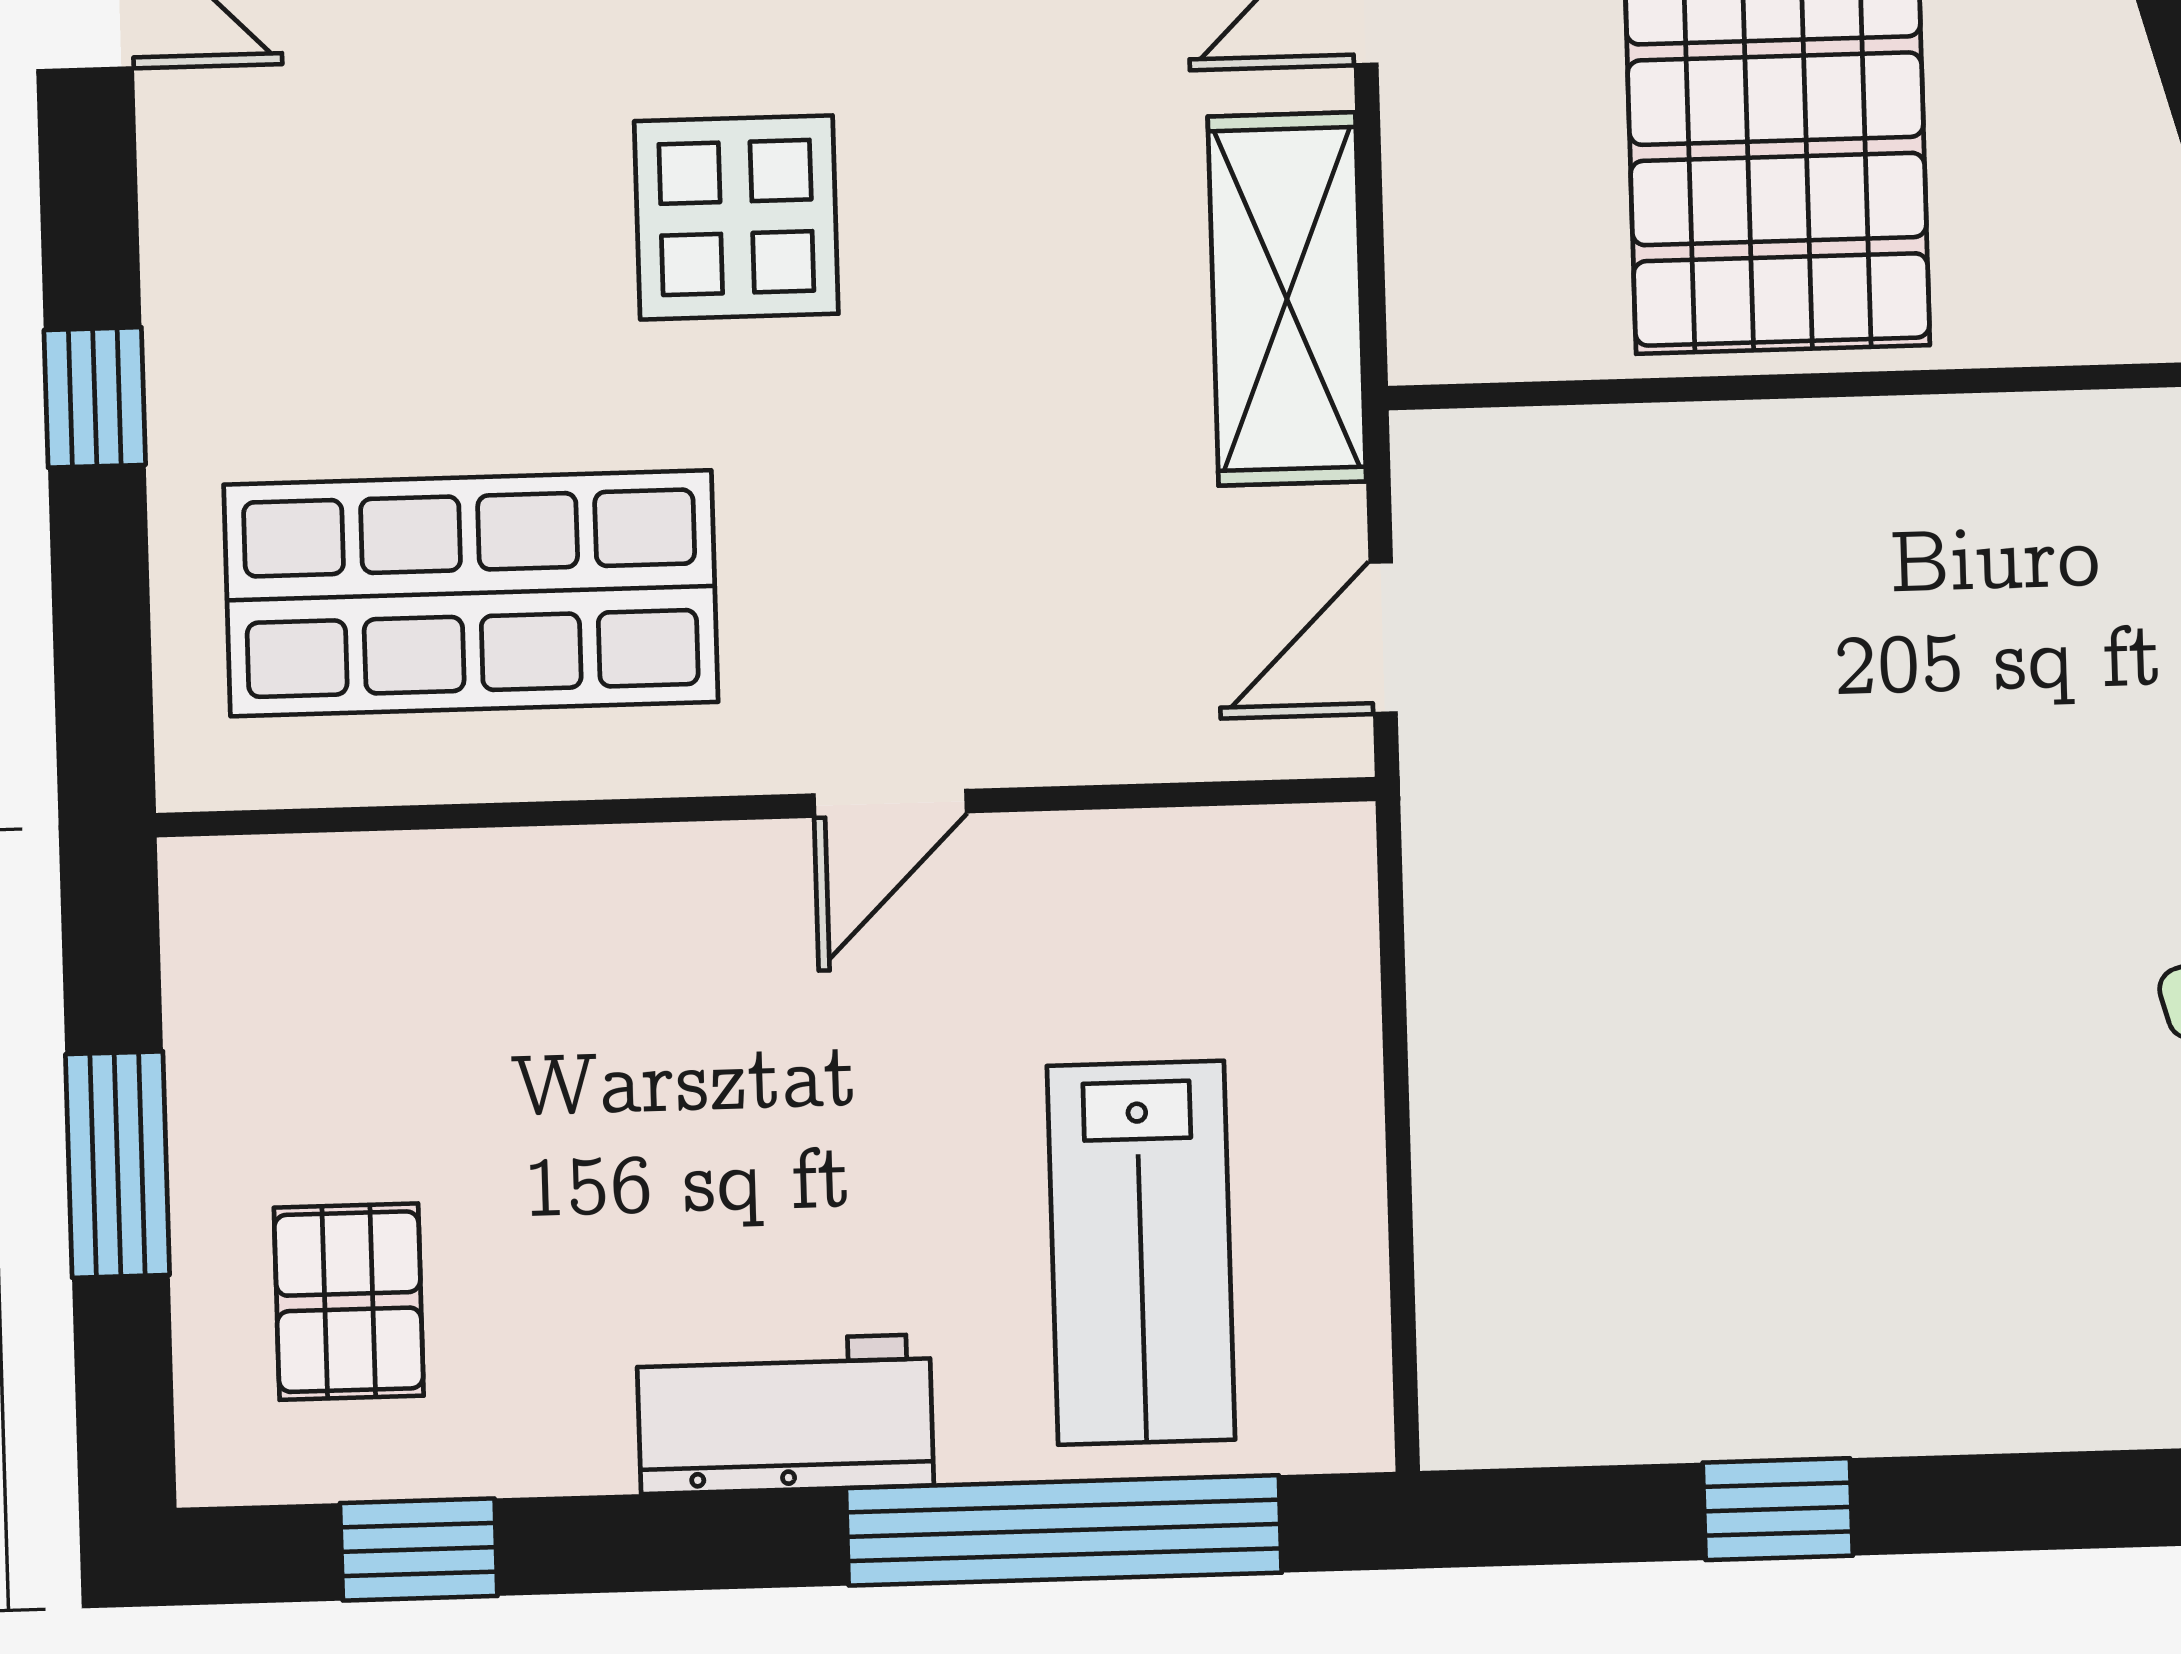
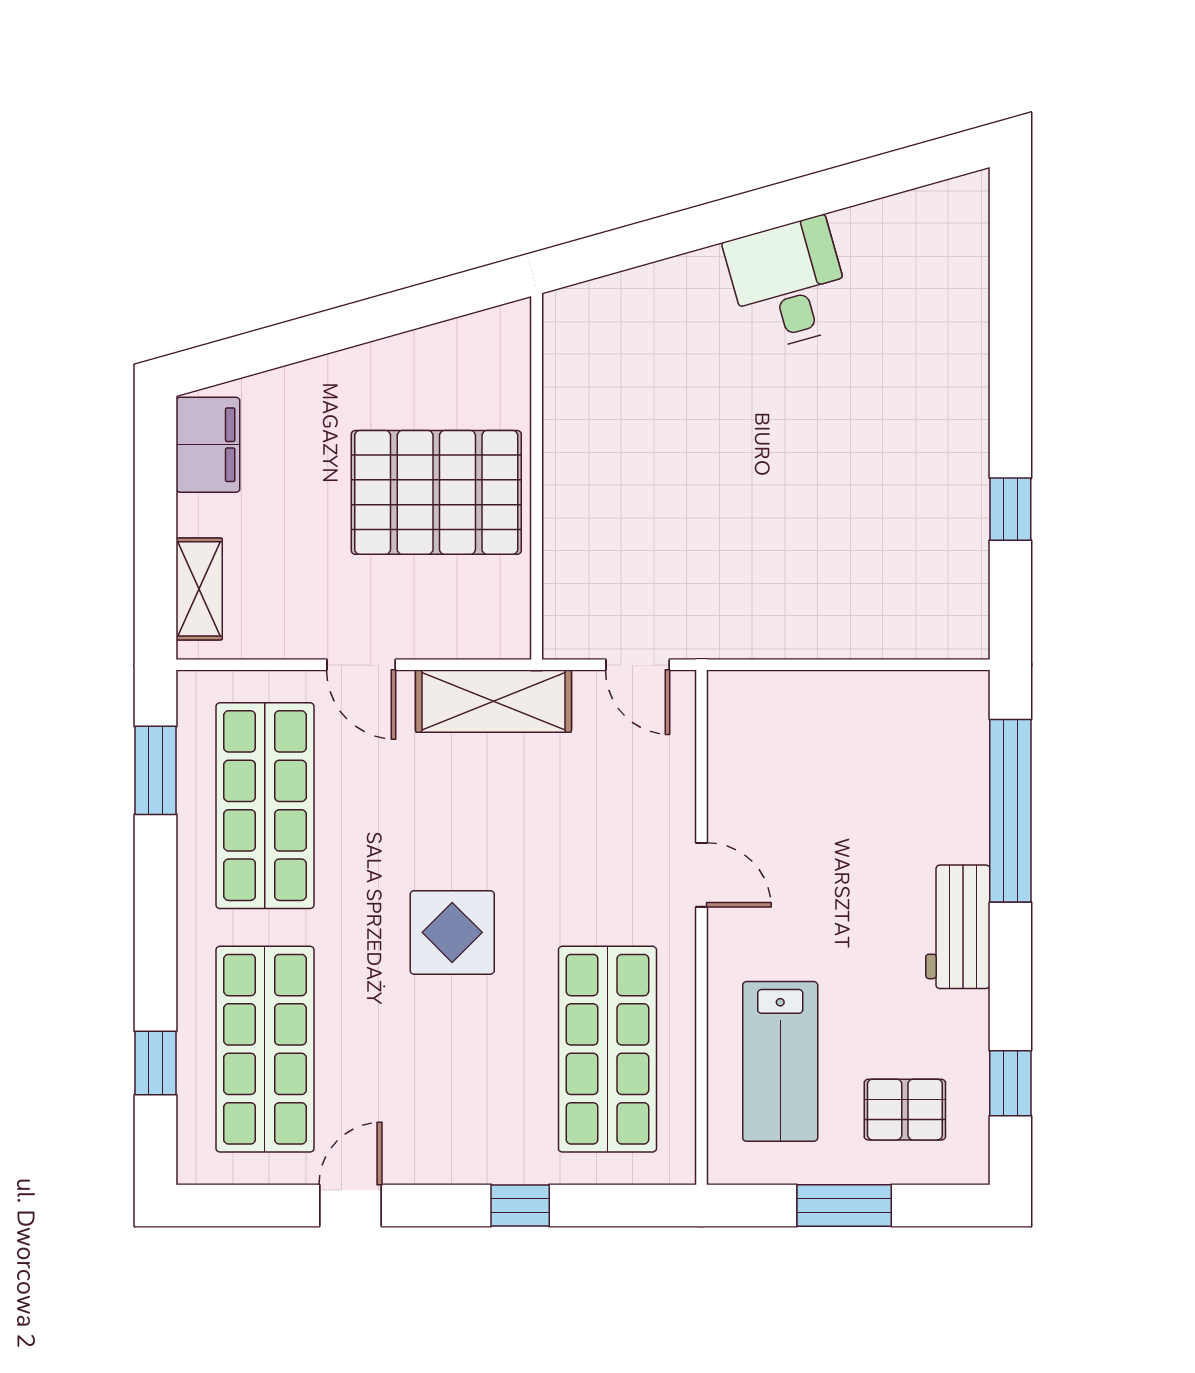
lab bench: (1141, 1253) -> (780, 1061), moved, turned 90

